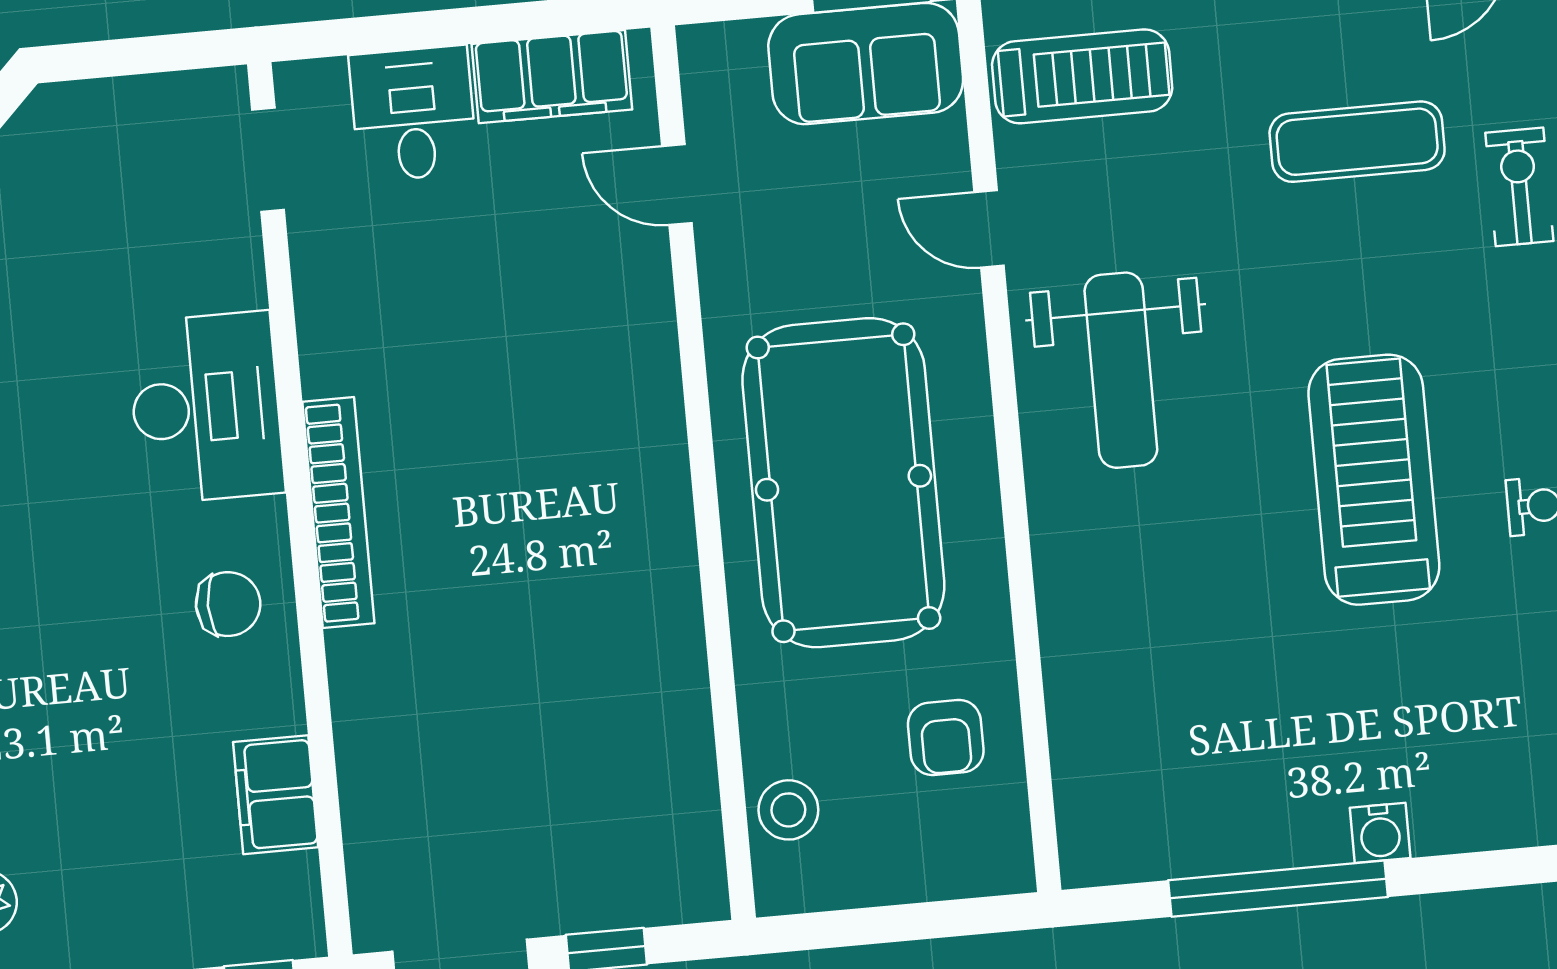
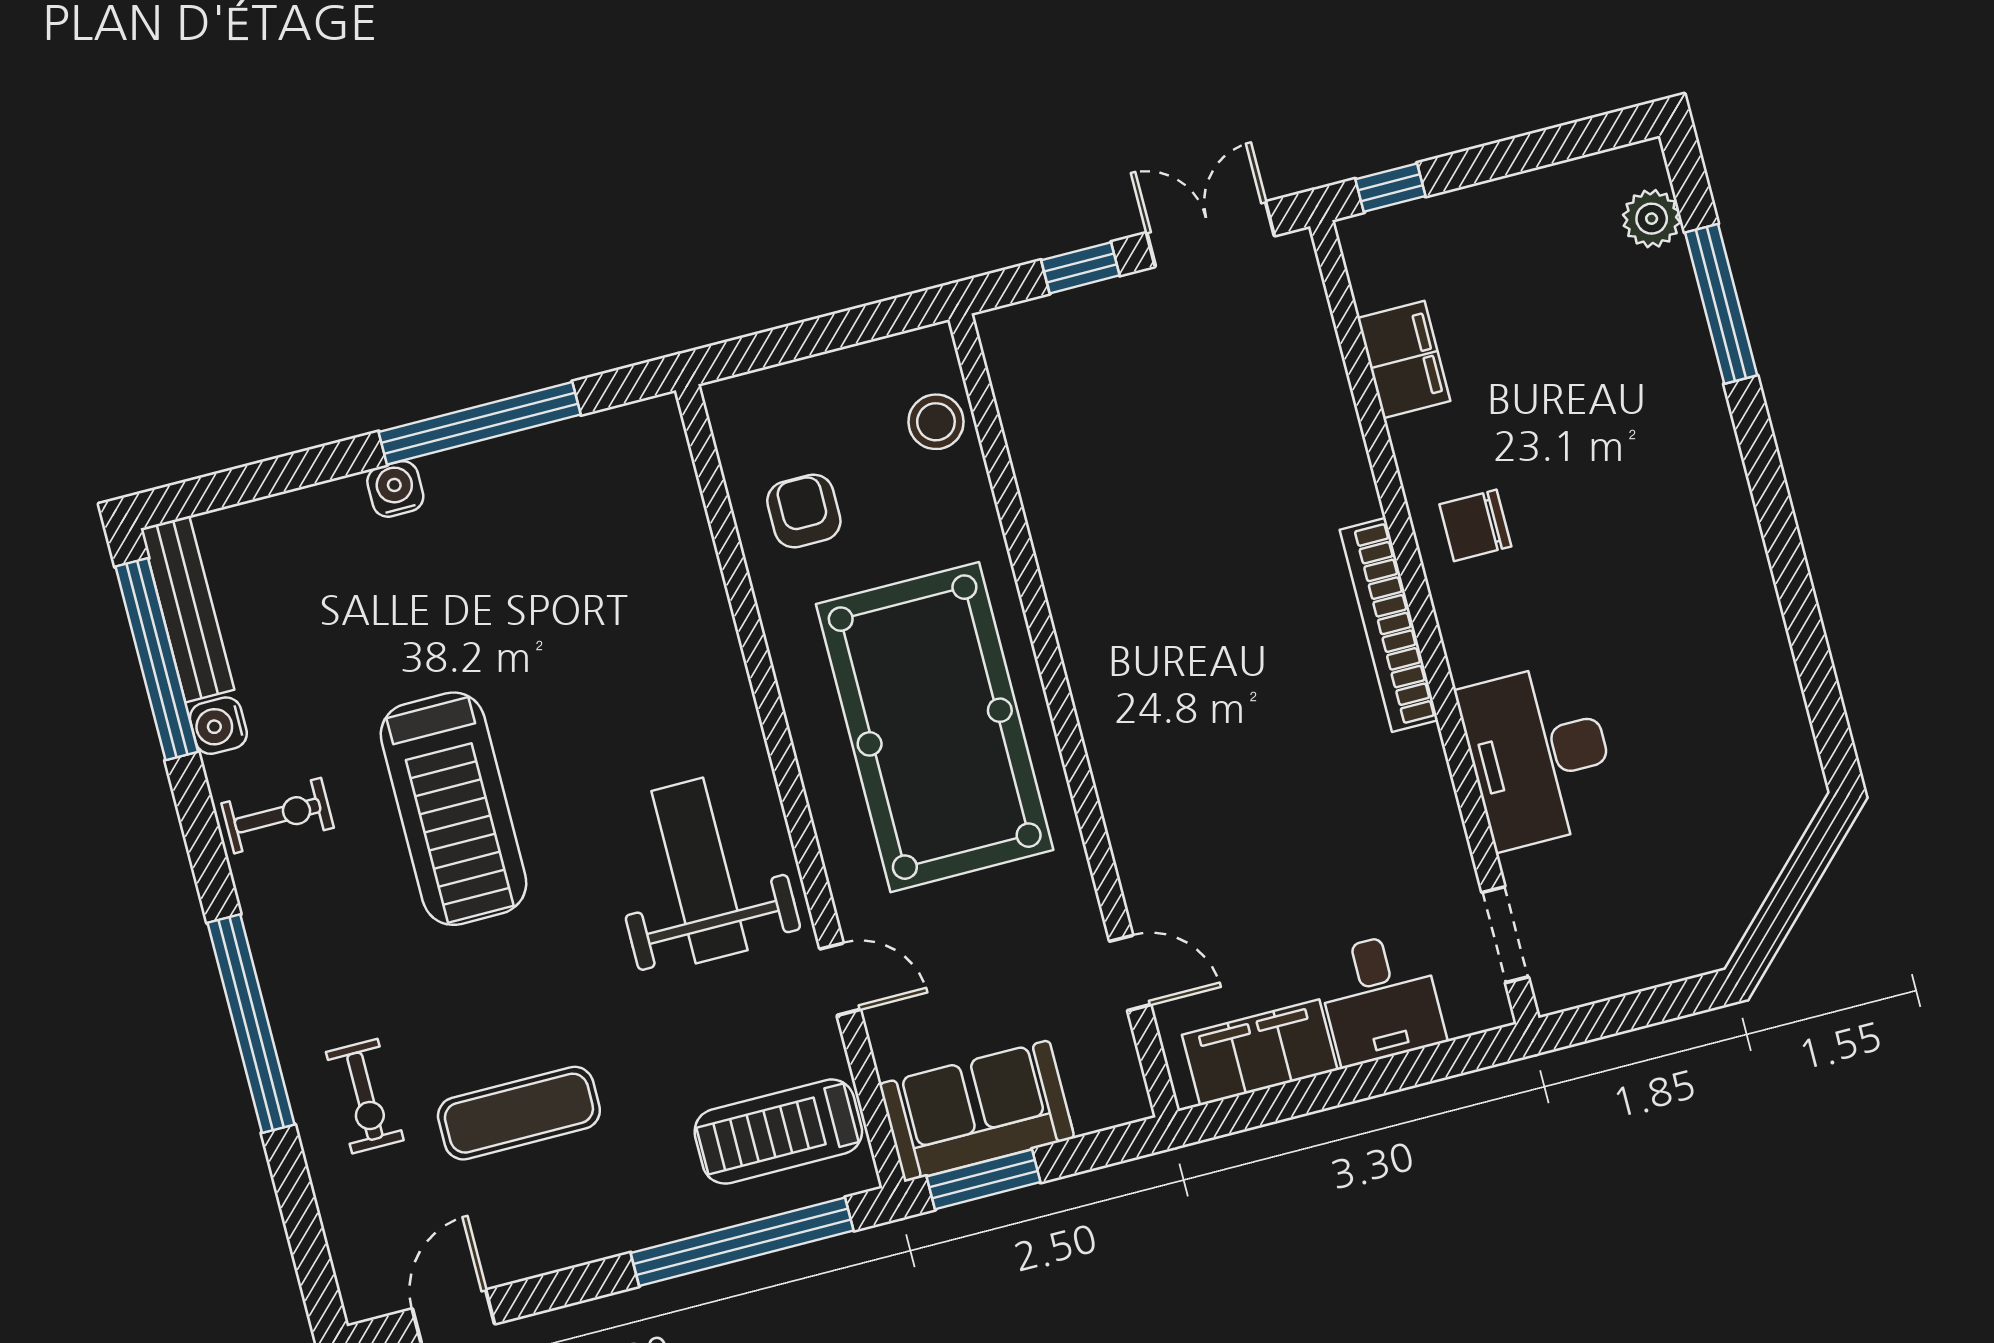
desk: (206, 408) -> (1539, 755), moved

